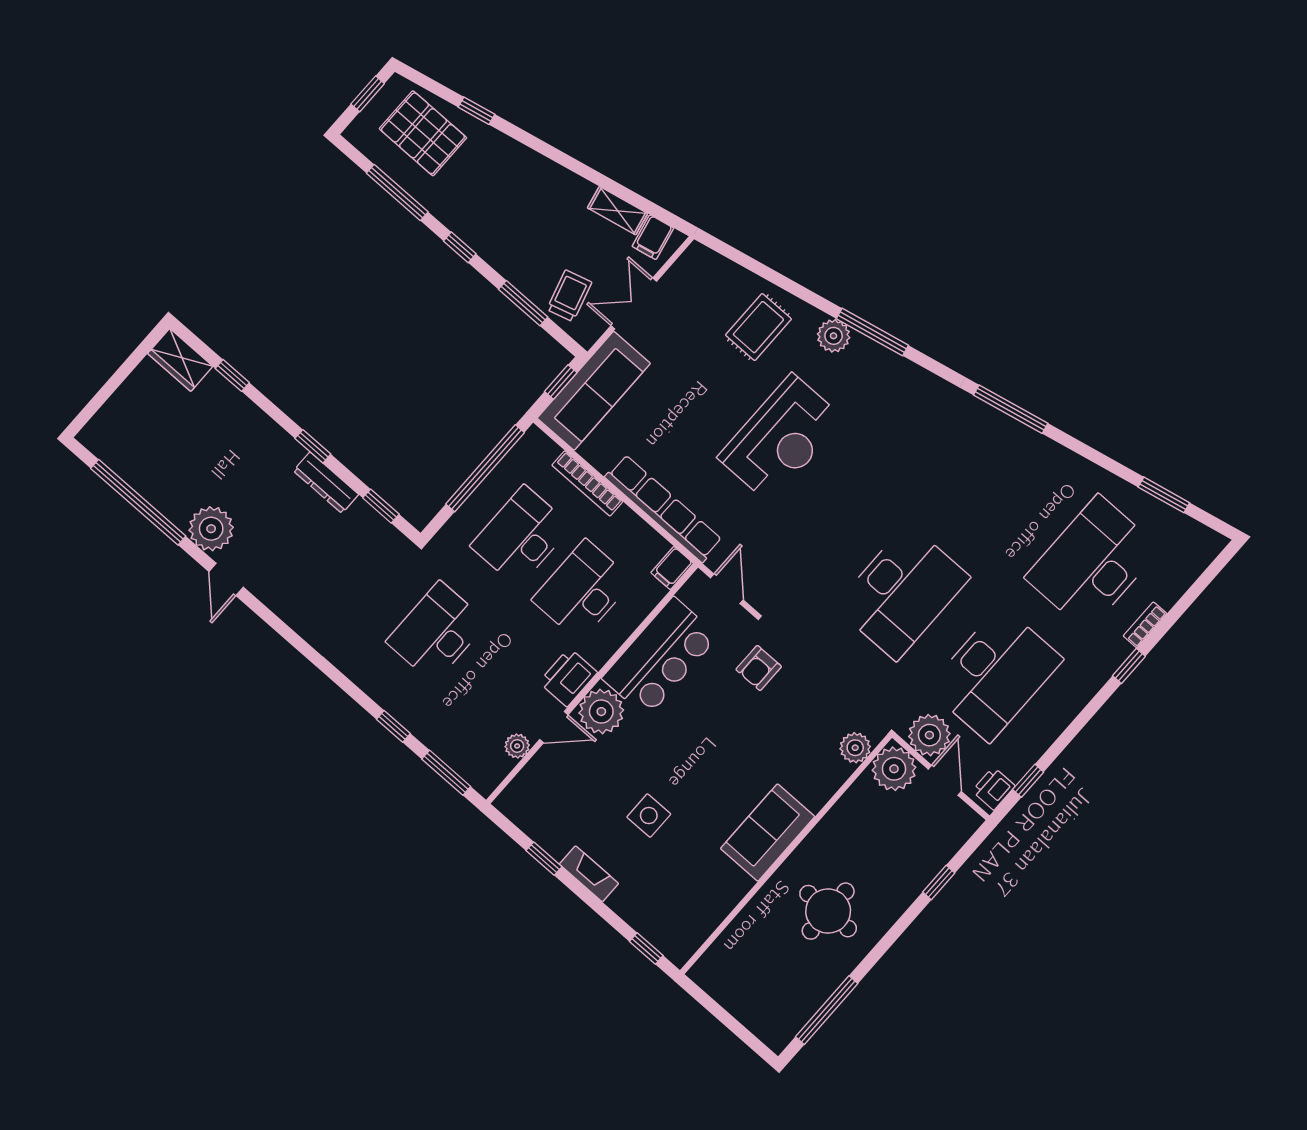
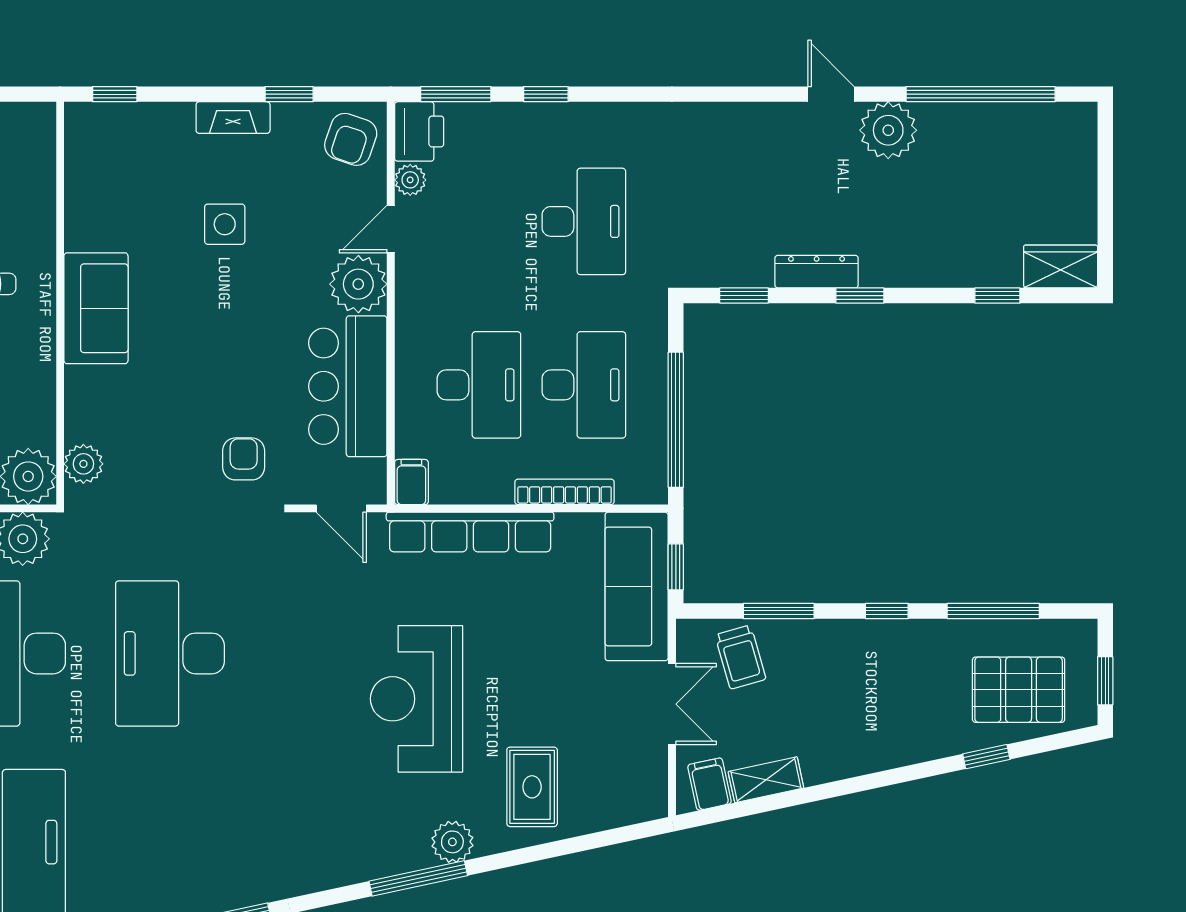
printer: (568, 677) -> (419, 131), moved
armchair: (531, 800) -> (351, 139), added

